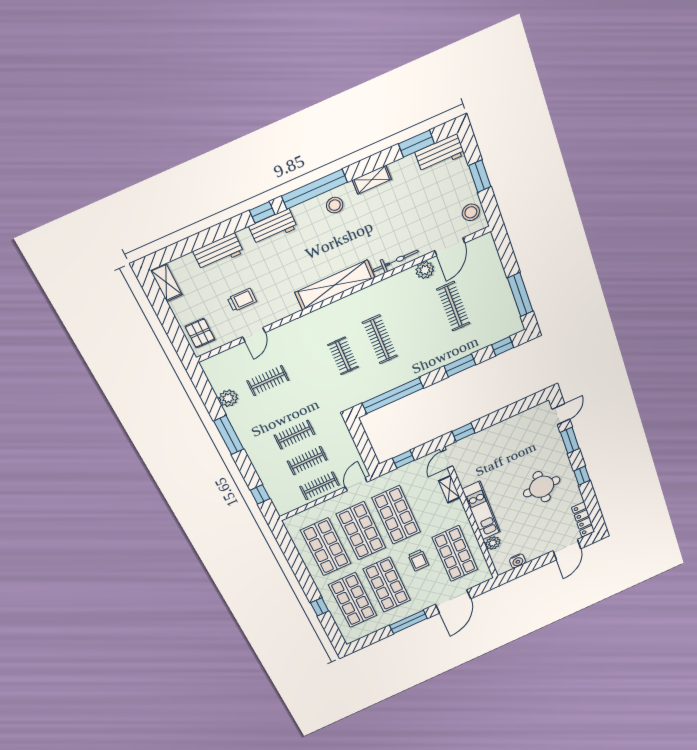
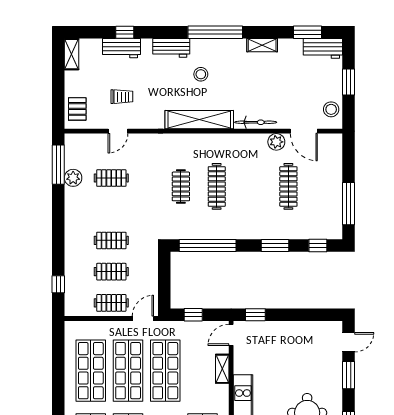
stool: (335, 205) -> (201, 74), moved
window: (262, 212) -> (125, 32), moved
door: (450, 247) -> (304, 131), hinge flipped
window: (229, 435) -> (58, 165), moved

